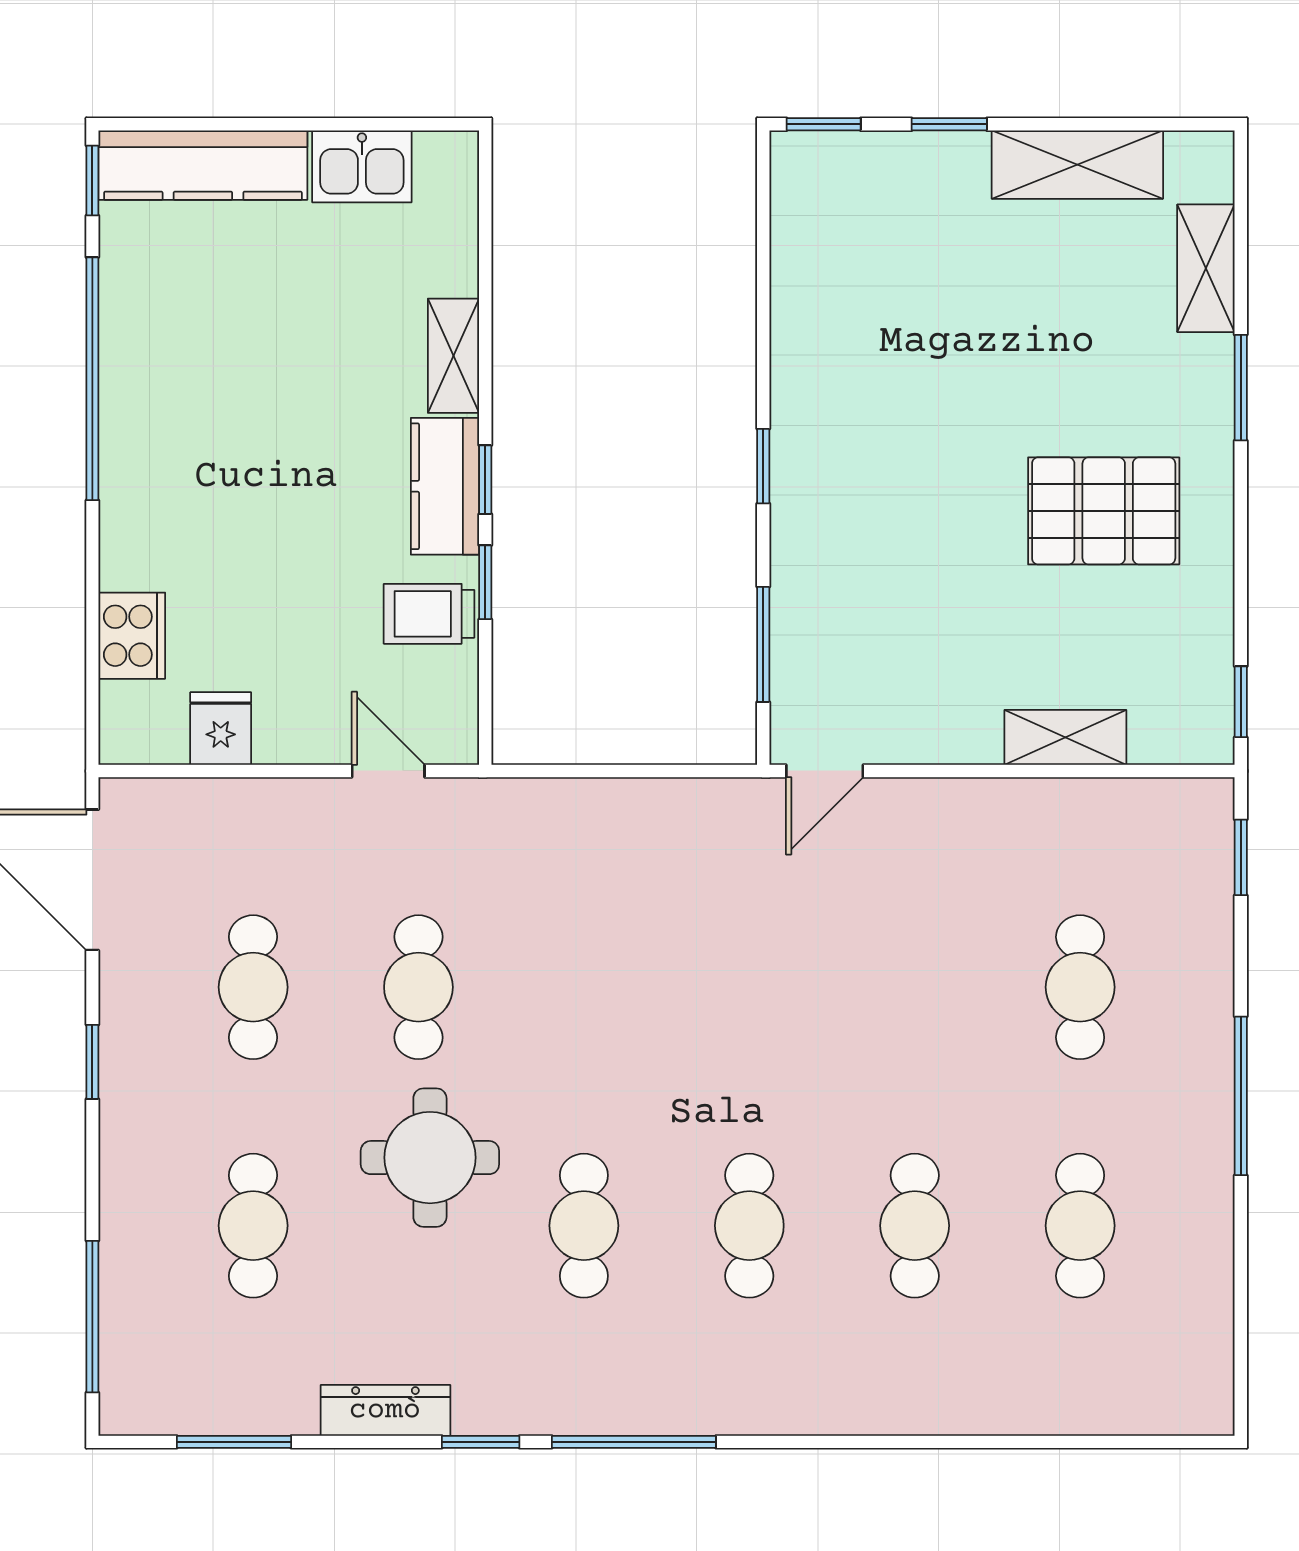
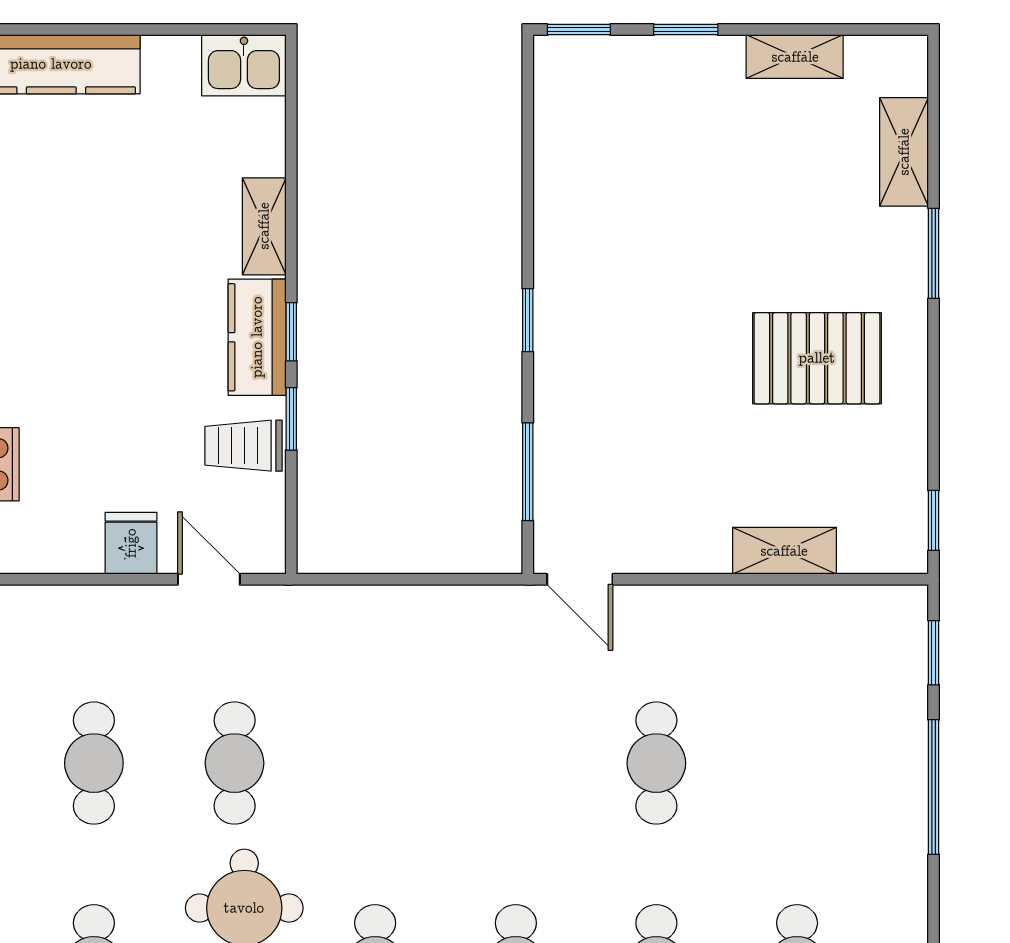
shelving: (1077, 165) -> (795, 57), width x0.67, depth x0.75
kitchen sink: (362, 166) -> (244, 65), moved
fridge: (221, 729) -> (131, 543), moved
door: (825, 771) -> (580, 579), hinge flipped
cafe table: (1080, 987) -> (656, 763), moved
window: (1241, 1096) -> (934, 787), moved

